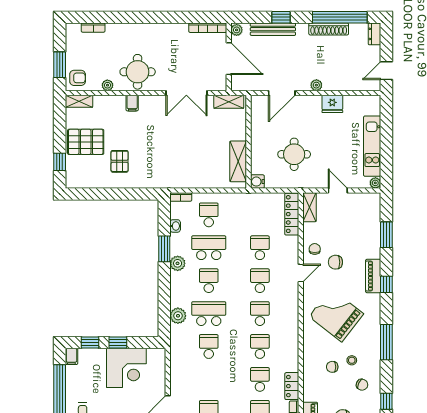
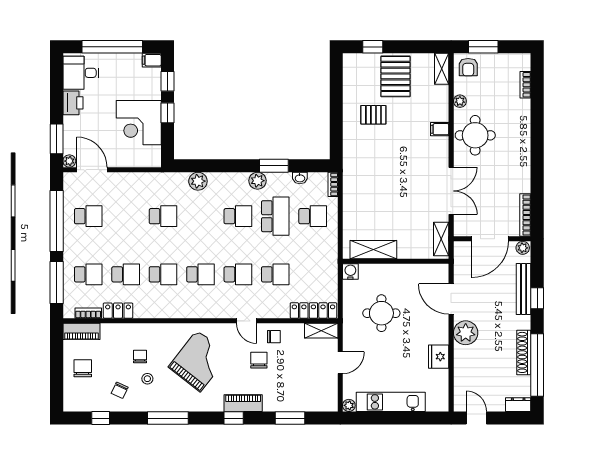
plant: (316, 85) -> (466, 333), width x1.88, depth x1.88
double door: (186, 93) -> (451, 191), swing flipped
school desk: (209, 314) -> (200, 216), removed

